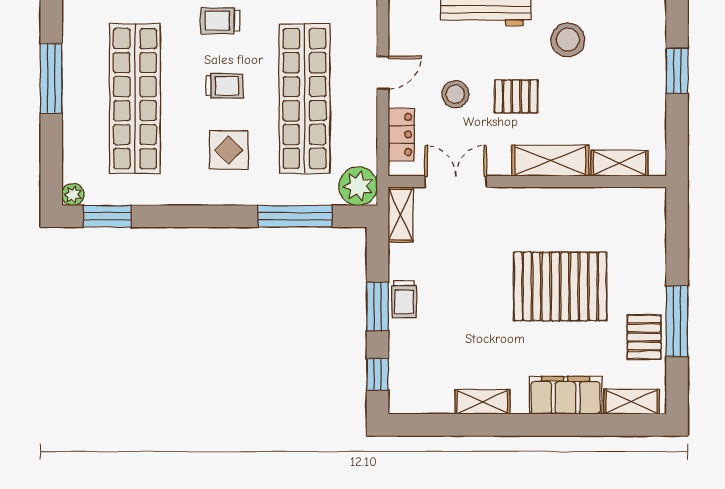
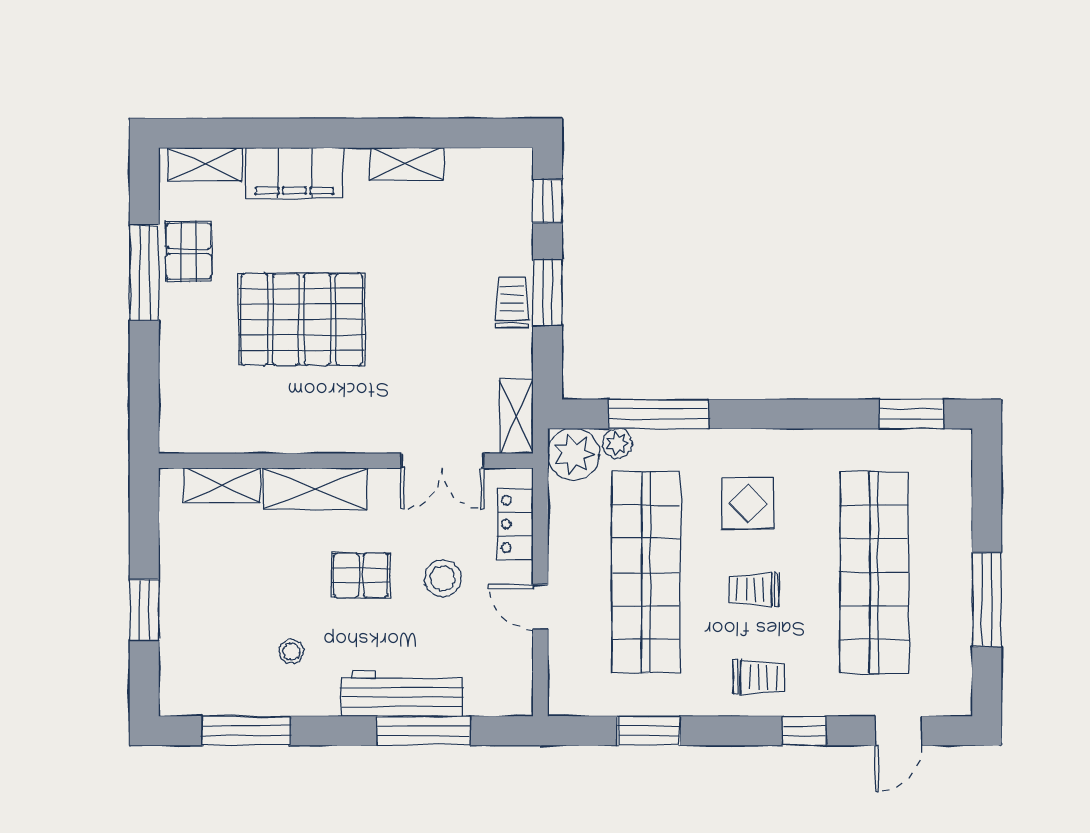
stool: (568, 40) -> (291, 651), width x0.53, depth x0.53
door: (383, 73) -> (540, 607), hinge flipped
plant: (73, 194) -> (617, 443), moved

